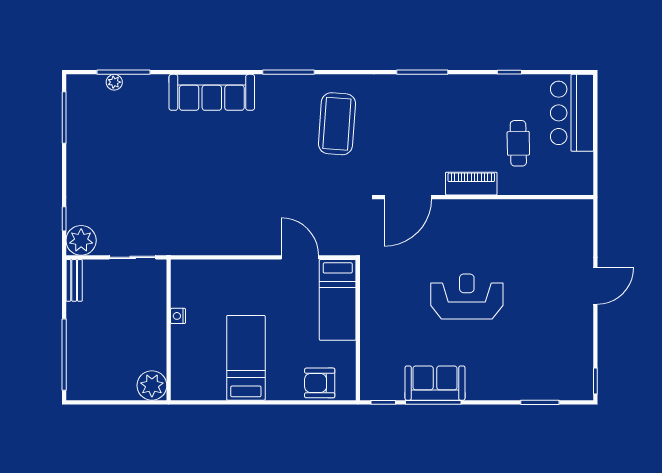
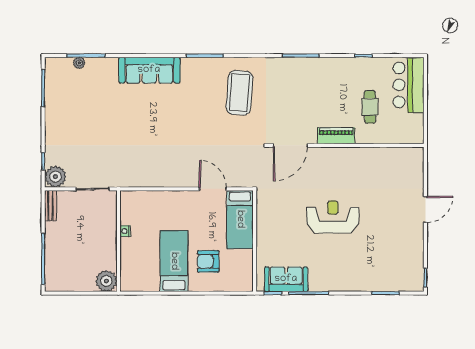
armchair: (320, 383) -> (208, 261), moved
sofa: (435, 383) -> (286, 279), moved

